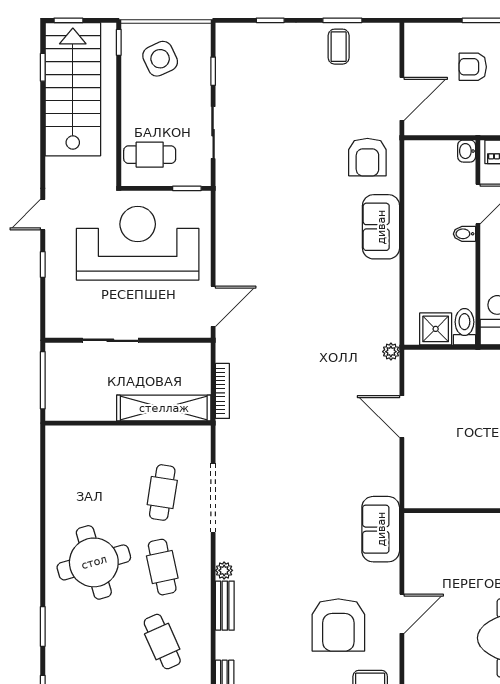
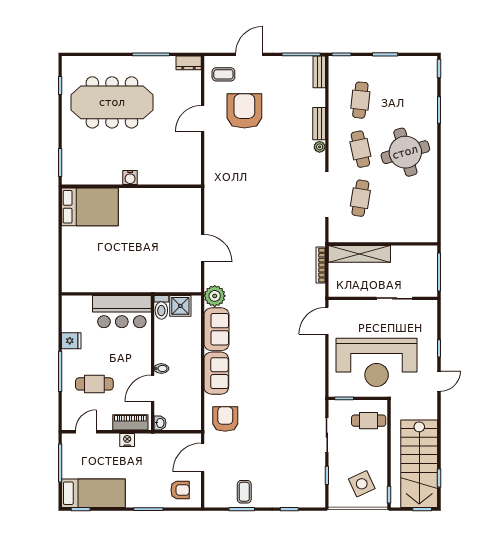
armchair: (473, 67) -> (180, 490), moved
plant: (391, 352) -> (215, 296), width x1.87, depth x1.87
sofa: (381, 529) -> (217, 329), moved
cafe table: (162, 642) -> (360, 100), turned 30

